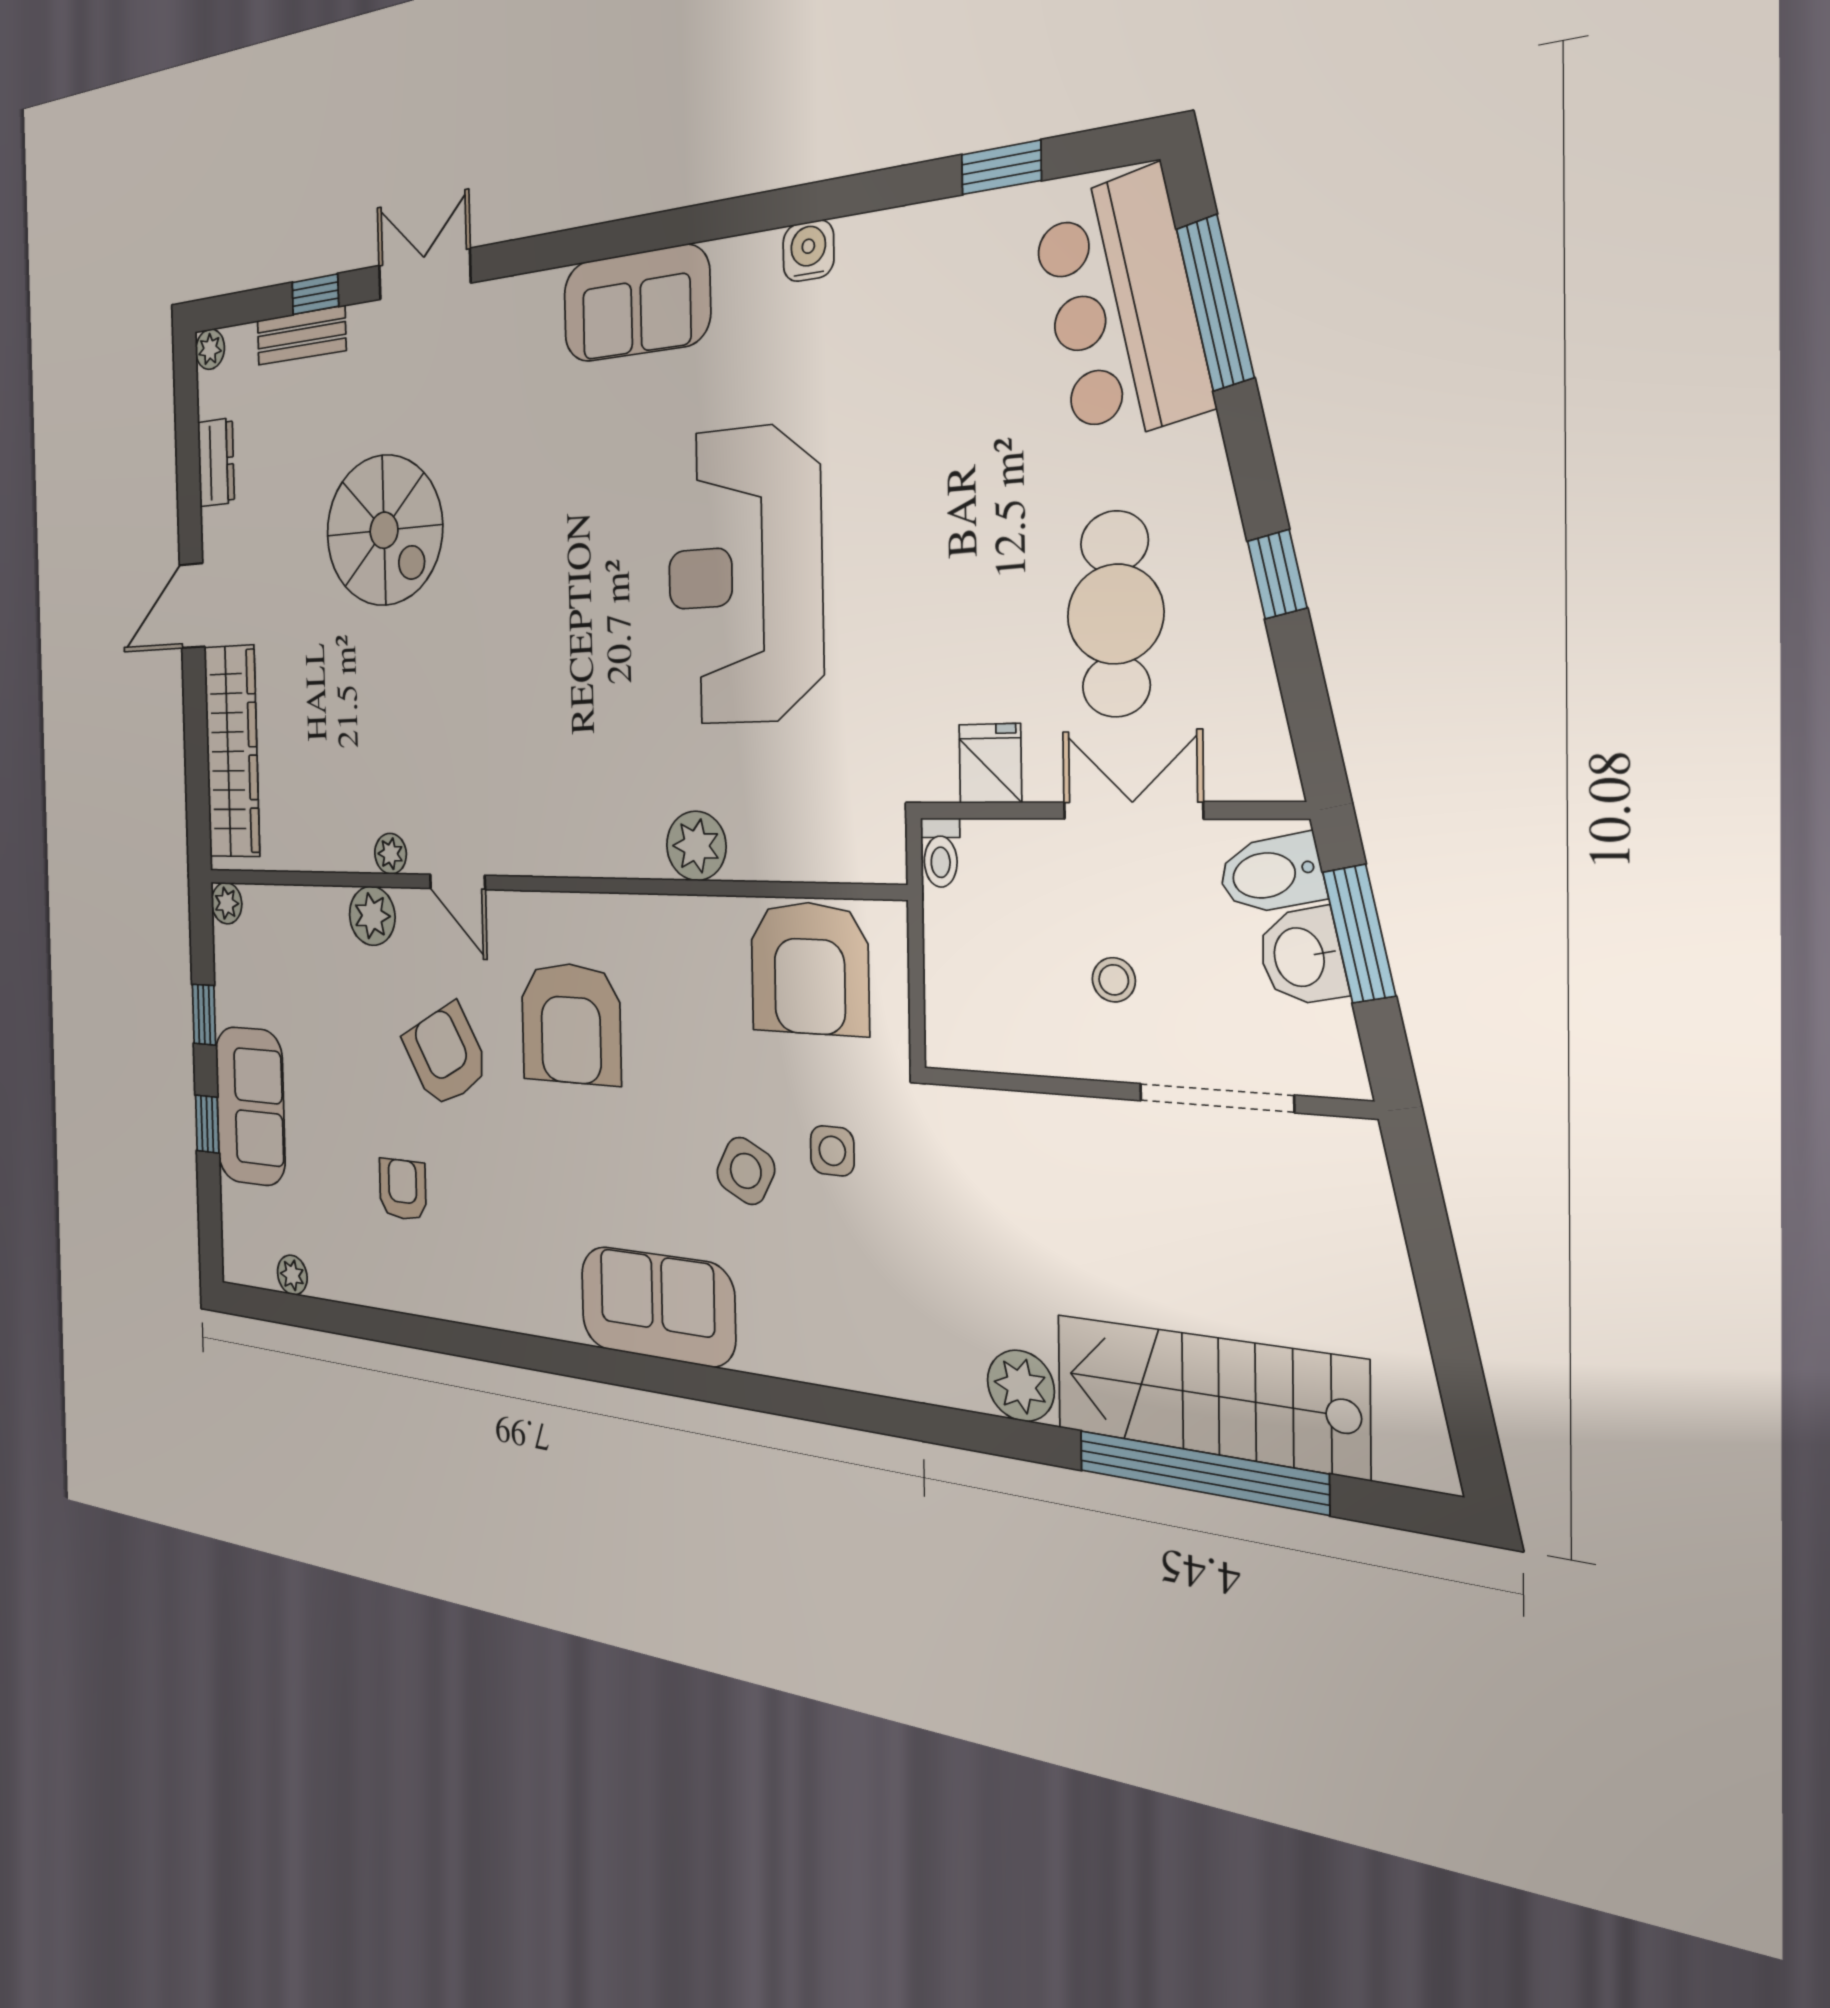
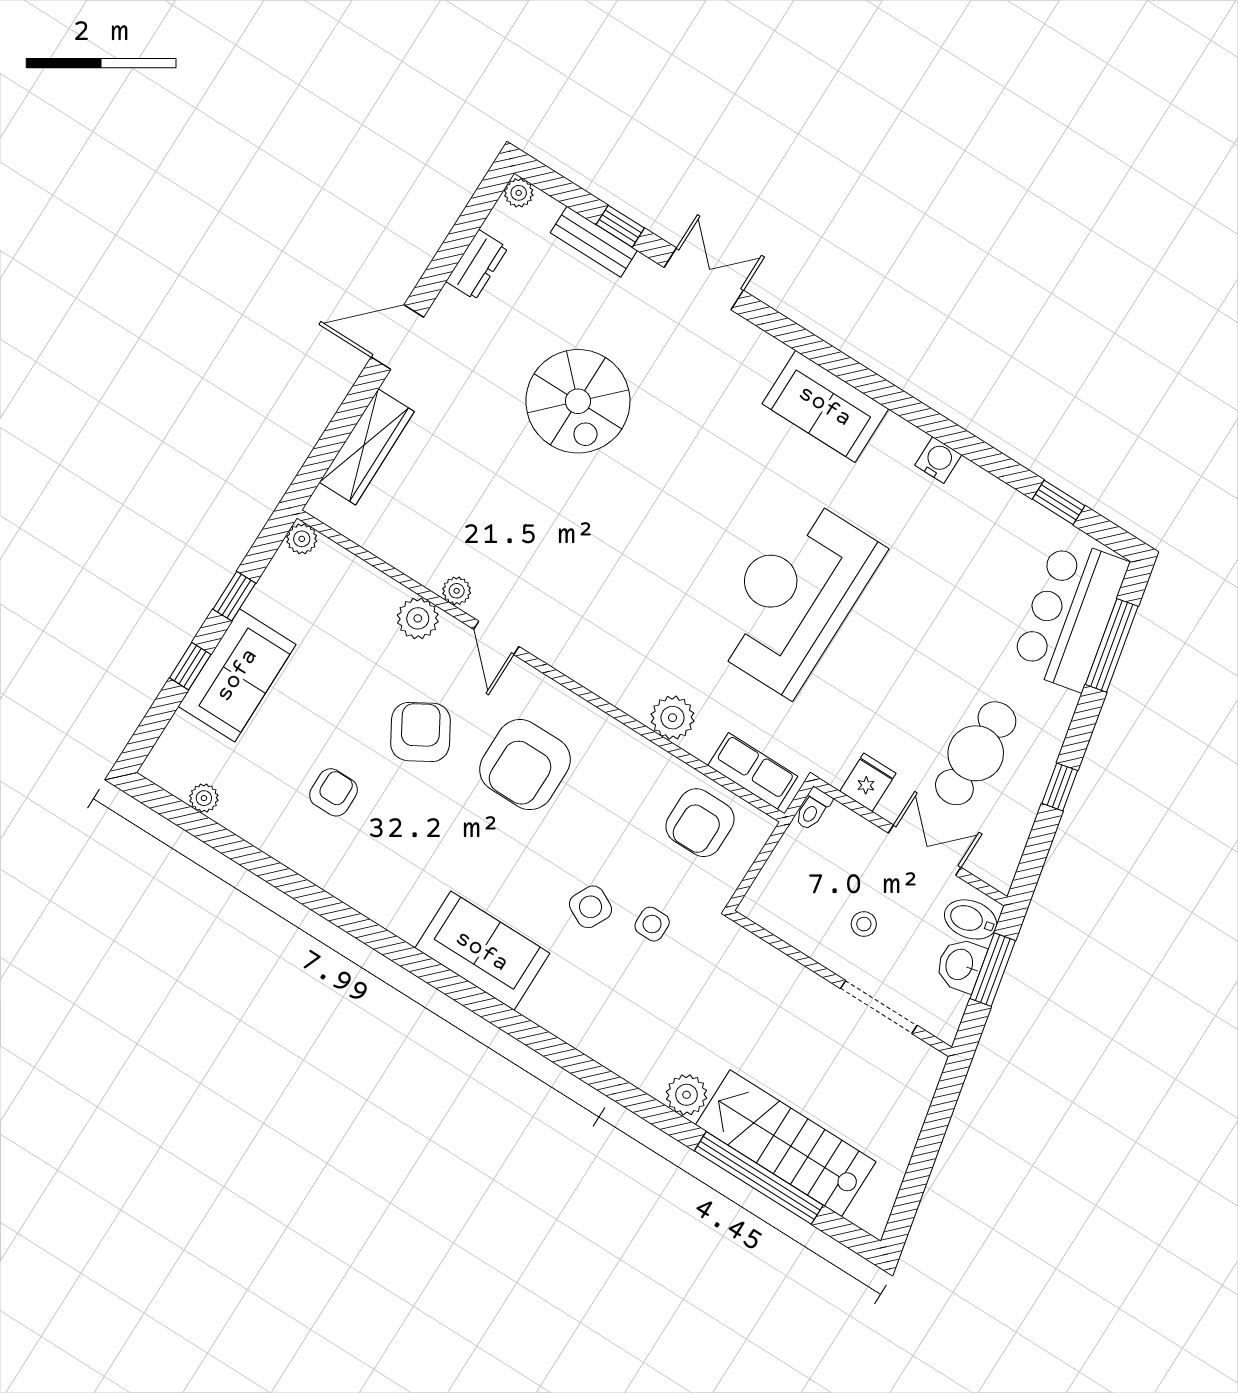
wardrobe: (232, 751) -> (367, 447), width x0.71, depth x0.85
row of seats: (832, 851) -> (753, 771), added
armchair: (809, 968) -> (700, 823), width x0.73, depth x0.73

